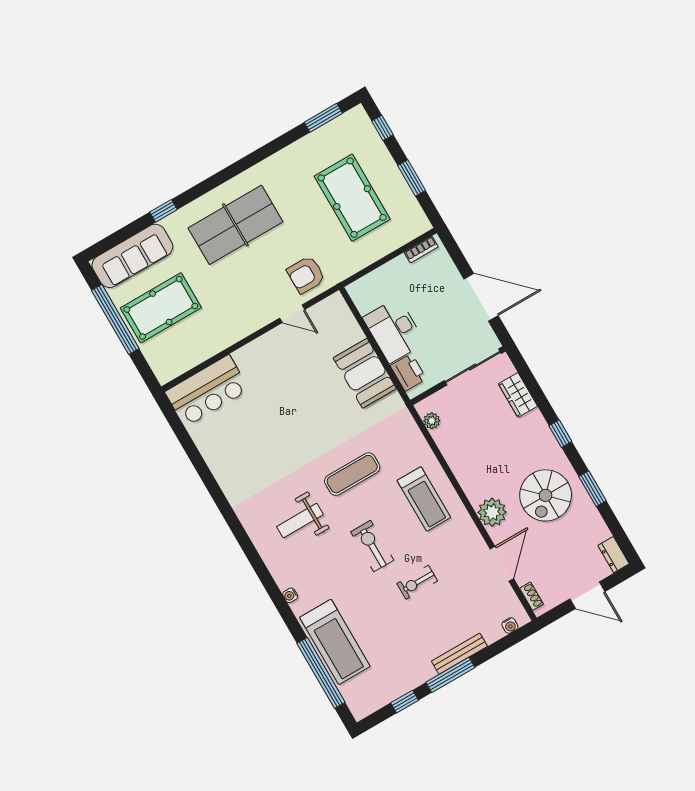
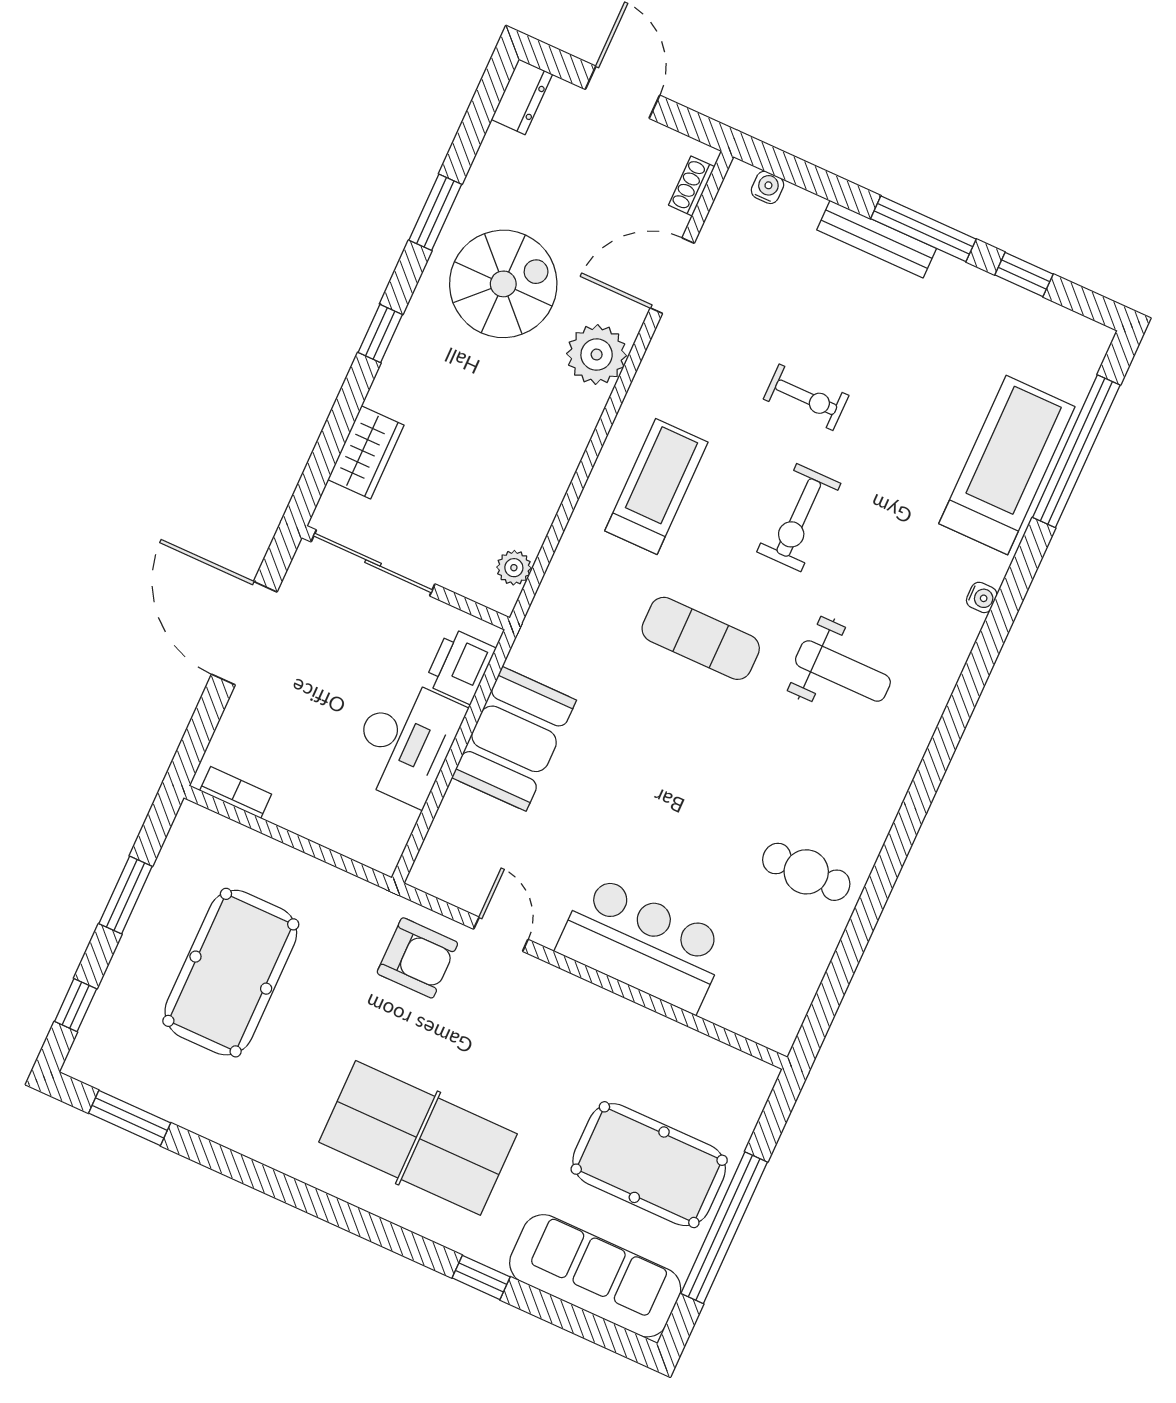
bar counter: (207, 391) -> (643, 944), moved
cafe table: (232, 451) -> (806, 872), added

